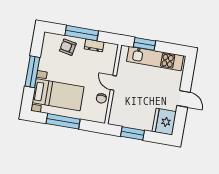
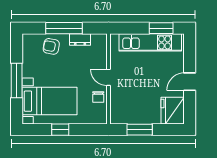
window: (144, 44) -> (161, 28), moved
door: (184, 99) -> (190, 82), swing flipped
window: (63, 121) -> (60, 130), width x0.46

